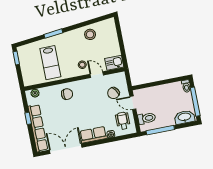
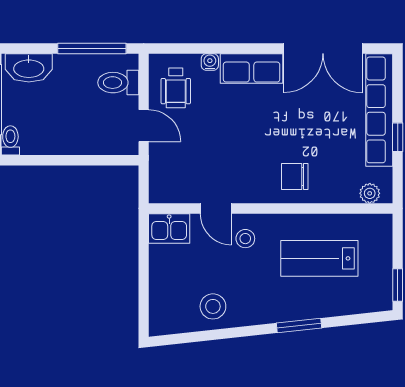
lab bench: (50, 63) -> (319, 258), turned -90
chair: (113, 93) -> (185, 158), removed

